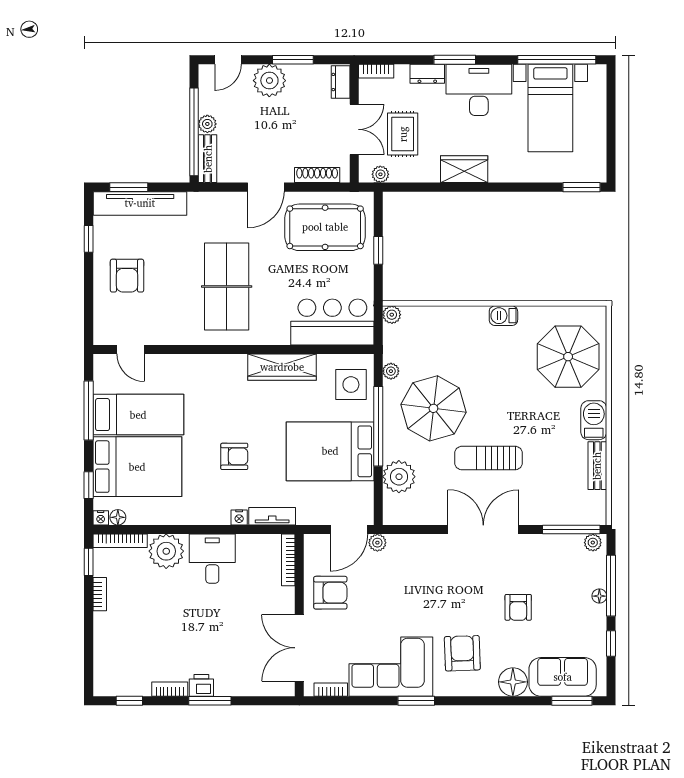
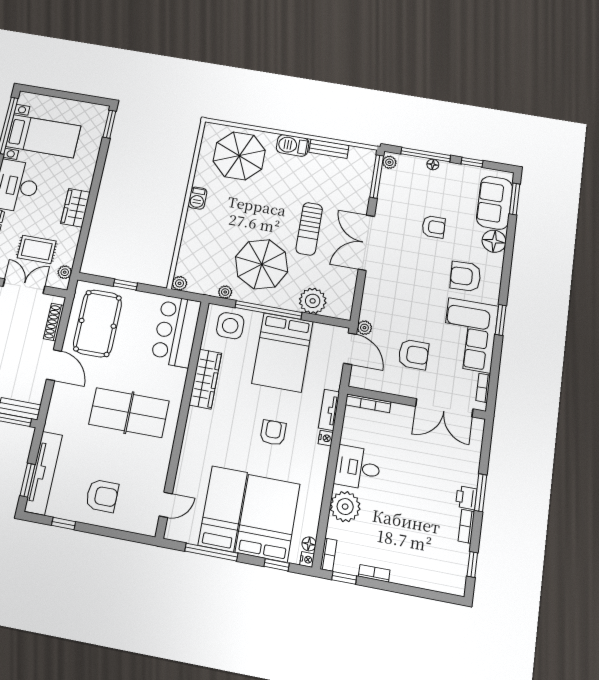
bookcase: (120, 541) -> (329, 555), width x0.64
armchair: (330, 593) -> (413, 354), moved, turned 90

